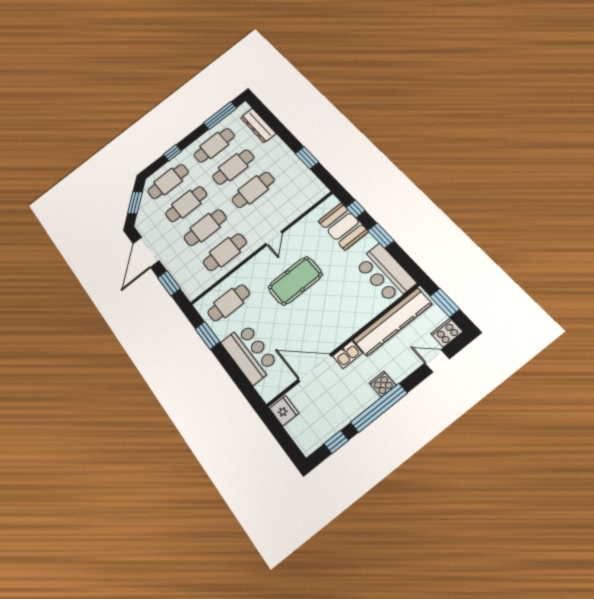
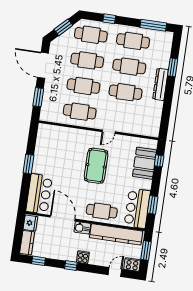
dresser: (258, 125) -> (160, 84), moved
window: (307, 158) -> (173, 67), moved
window: (381, 236) -> (153, 205), moved
door: (146, 252) -> (43, 65), hinge flipped
pool table: (295, 281) -> (96, 166), turned 90
cafe table: (229, 303) -> (102, 211), moved
window: (207, 335) -> (29, 164), moved
bar counter: (249, 353) -> (39, 194), moved
door: (437, 361) -> (115, 272), hinge flipped
window: (379, 408) -> (71, 266), width x0.32
kitchen counter: (302, 436) -> (27, 243), added

